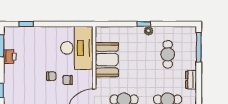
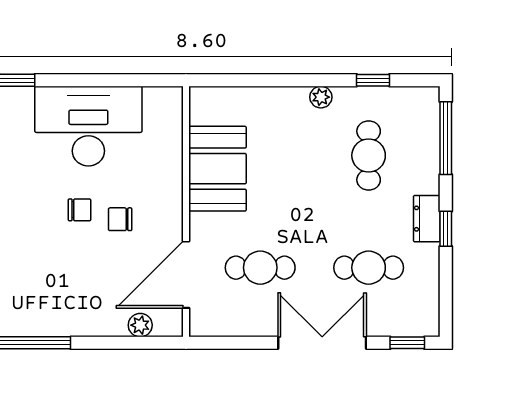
window: (144, 24) -> (373, 80), moved
desk: (77, 48) -> (88, 126), moved, turned -90
window: (199, 84) -> (446, 229), added

